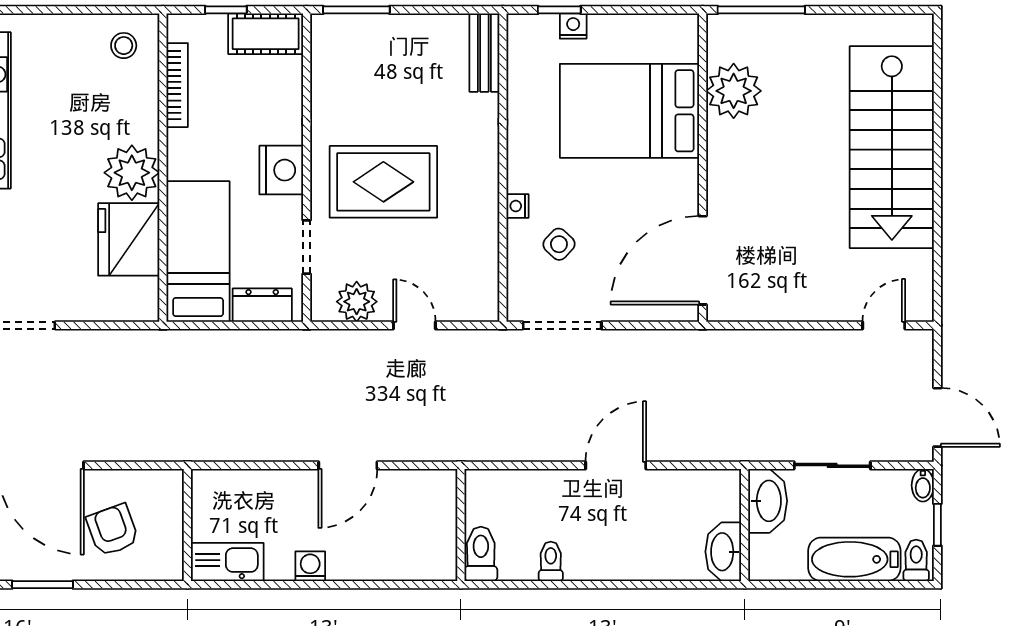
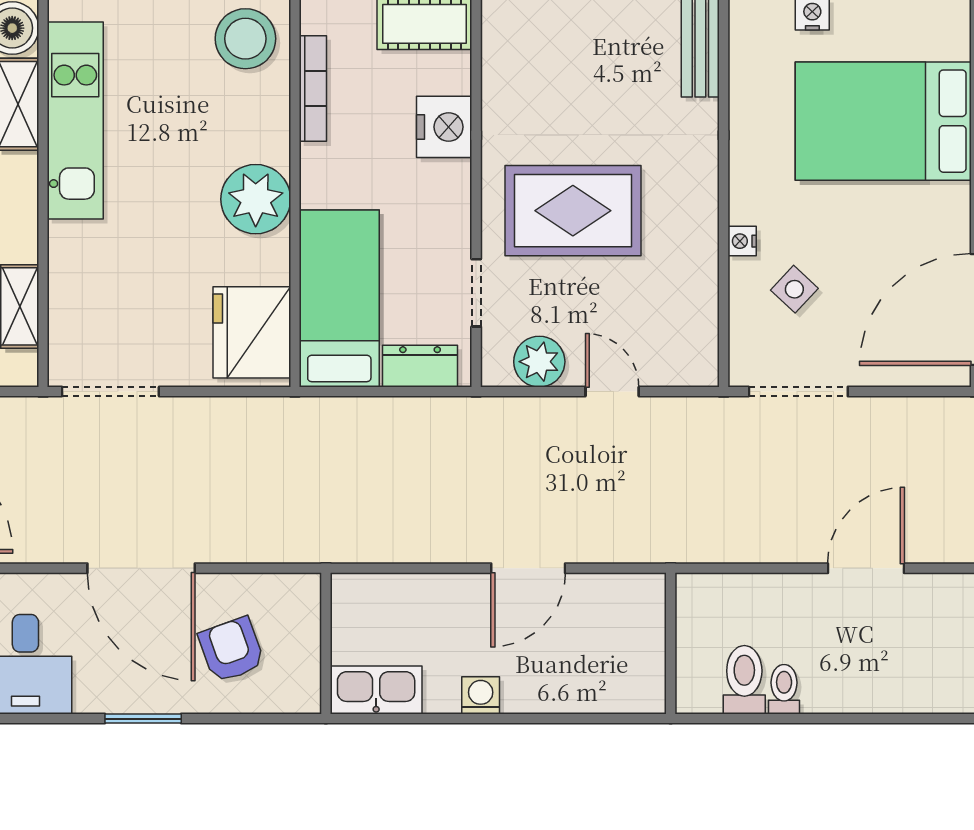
stool: (124, 46) -> (245, 39), width x1.89, depth x1.89
nightstand: (281, 170) -> (444, 127), moved
fridge: (129, 239) -> (252, 332), moved
toilet: (481, 554) -> (744, 680), moved

